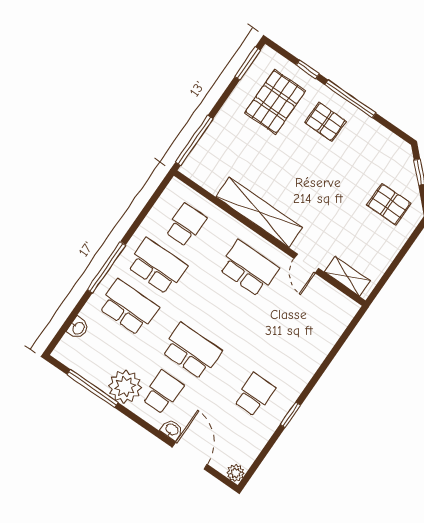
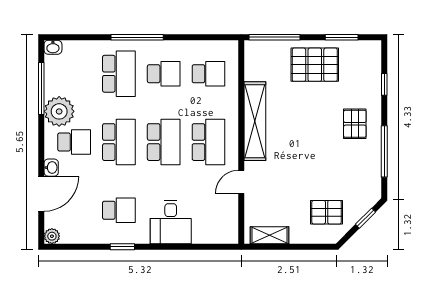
window: (248, 63) -> (342, 37), moved
window: (350, 99) -> (384, 151), moved
pallet: (275, 102) -> (315, 65), moved
pallet: (389, 204) -> (327, 212), turned 90
school desk: (157, 266) -> (164, 74), width x0.54
shelving: (347, 276) -> (270, 235), moved, turned 90
school desk: (220, 310) -> (164, 142), added
washbasin: (78, 328) -> (53, 47), moved
desk: (298, 354) -> (171, 222), added

